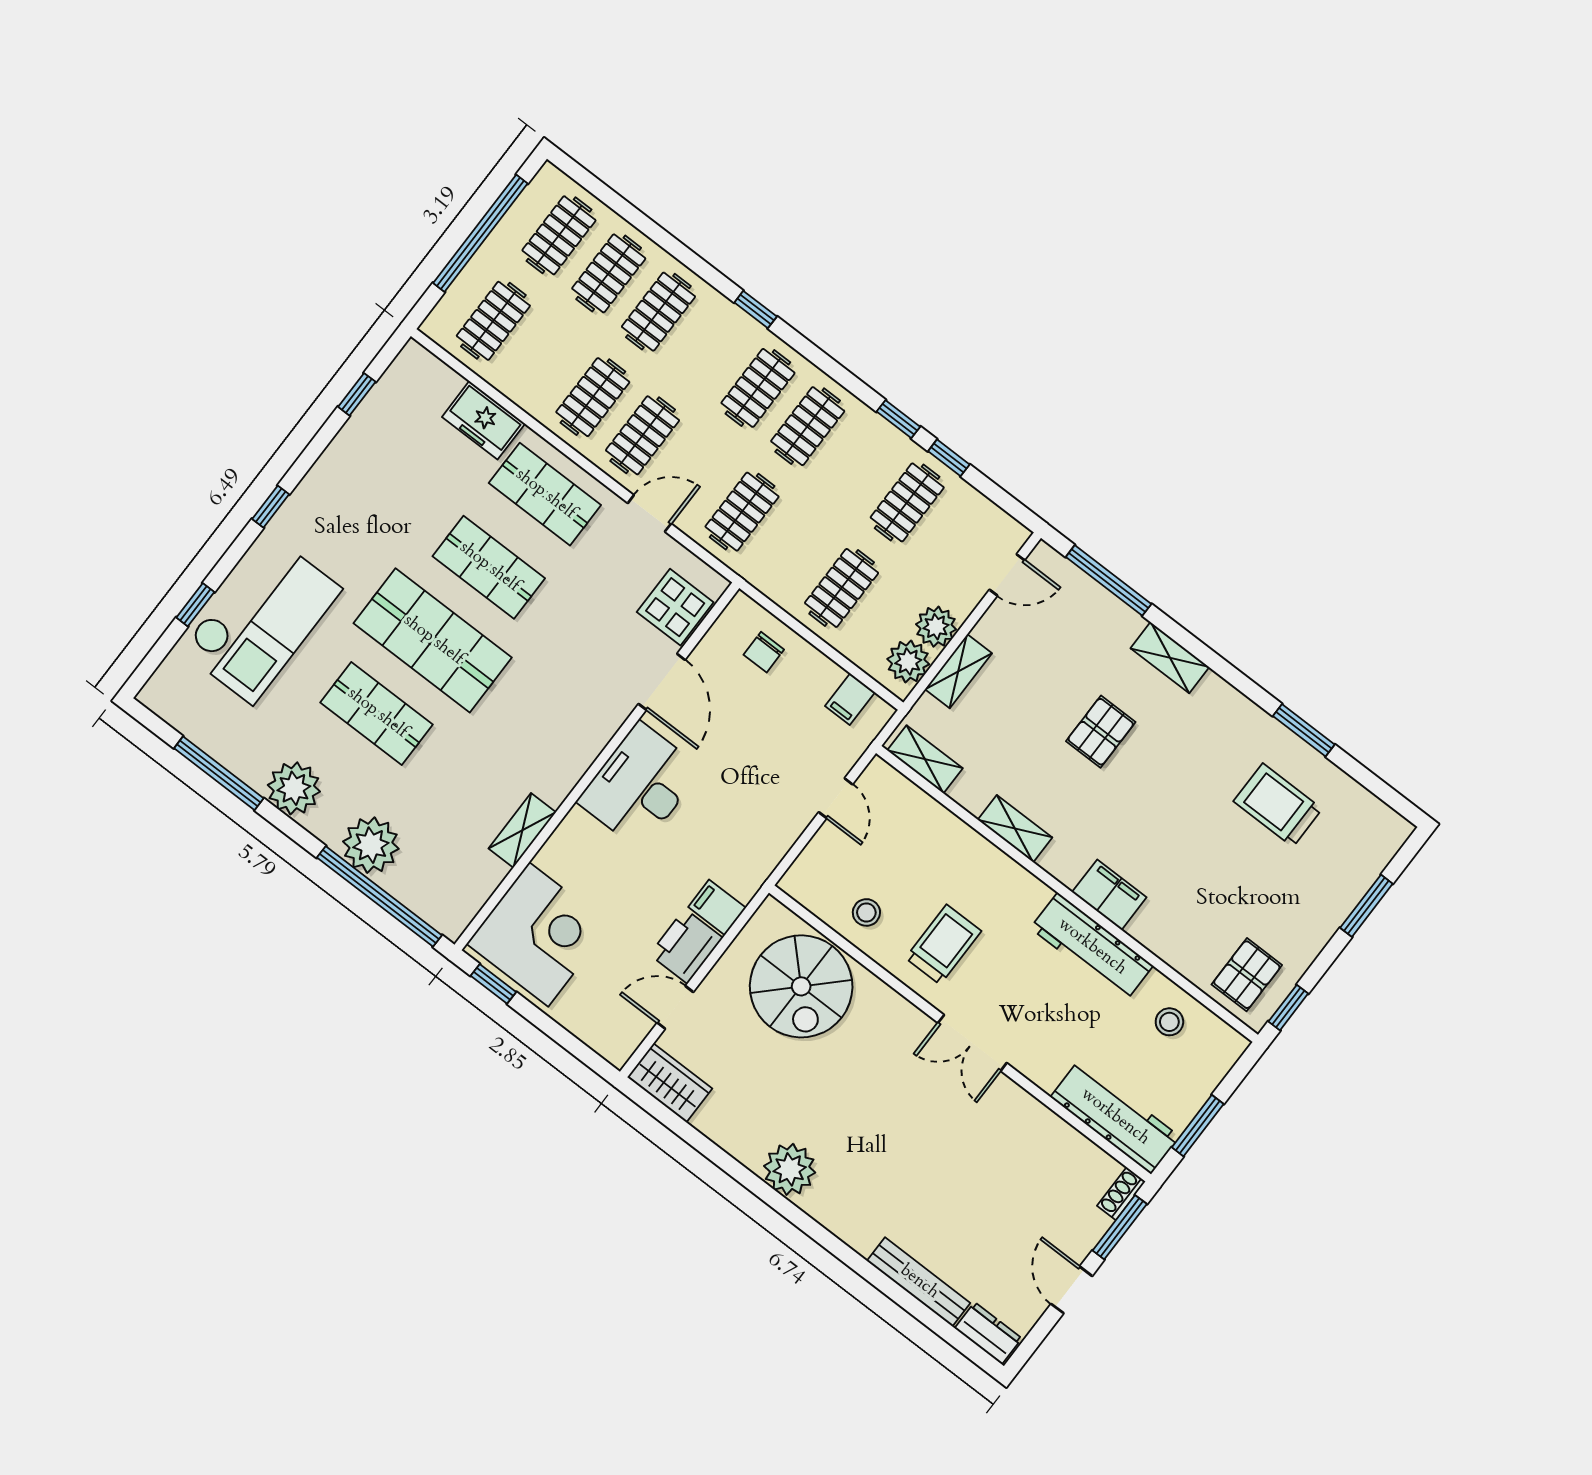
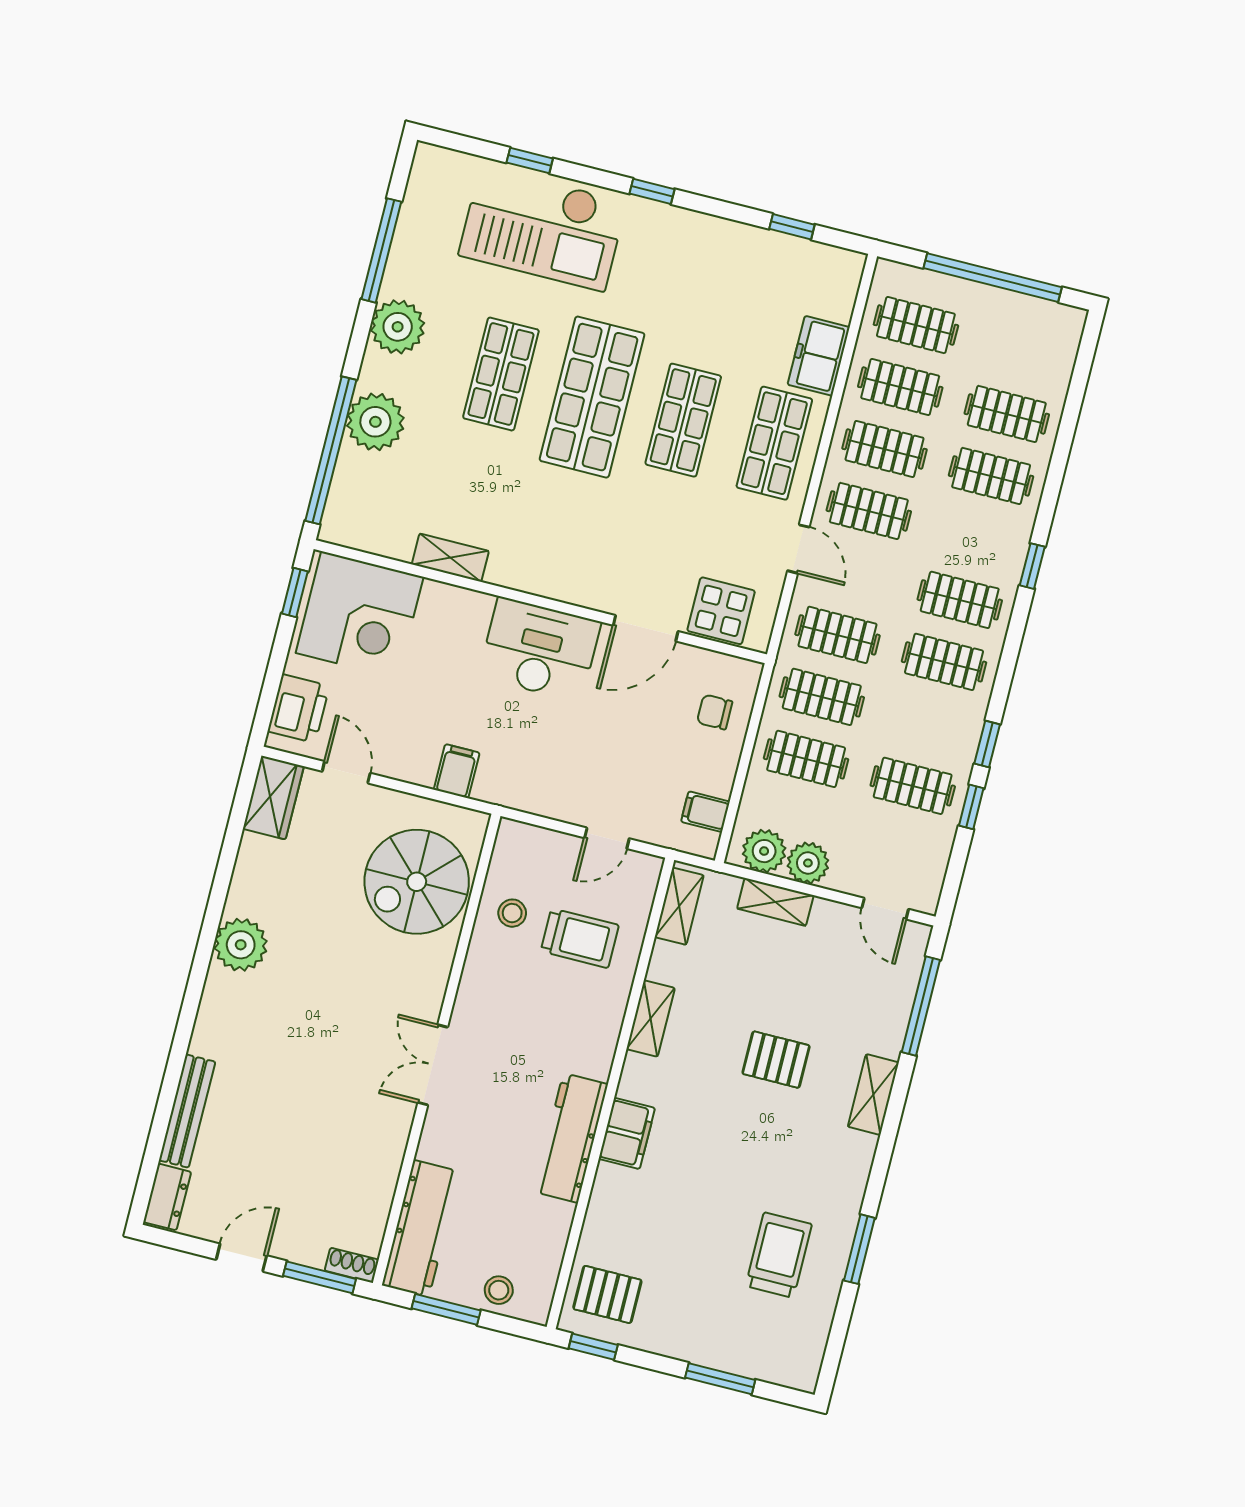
clothes rail: (559, 235) -> (900, 387), moved
clothes rail: (792, 550) -> (822, 697), added
trolley: (943, 945) -> (580, 938), moved
printer: (686, 946) -> (299, 709), moved, turned 90
stool: (1169, 1022) -> (499, 1290), moved

